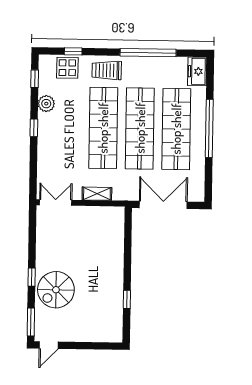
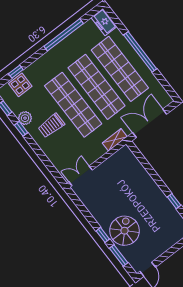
trolley: (107, 70) -> (51, 126), moved
window: (34, 128) -> (21, 129), moved
shelving: (97, 194) -> (115, 140), moved
spiral stairs: (56, 290) -> (125, 231), turned 180
window: (31, 322) -> (119, 255), moved

